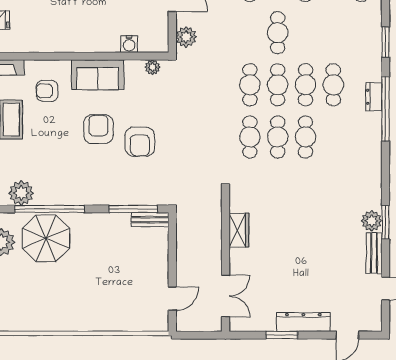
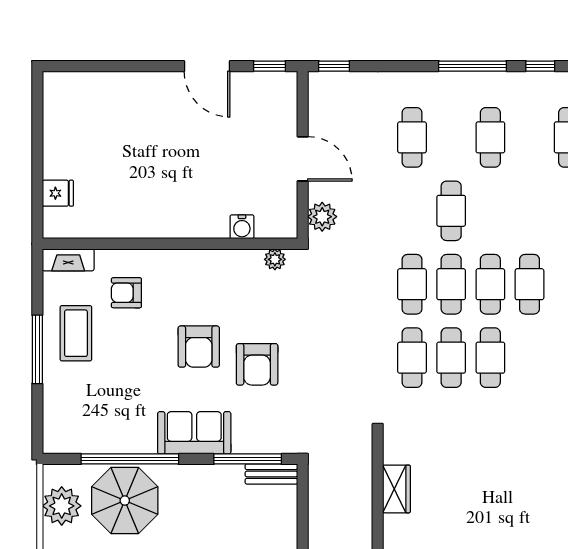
sofa: (98, 75) -> (194, 433), moved, turned 180
armchair: (98, 129) -> (199, 347), turned 180
plant: (21, 193) -> (90, 436), removed

